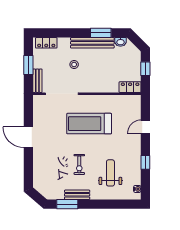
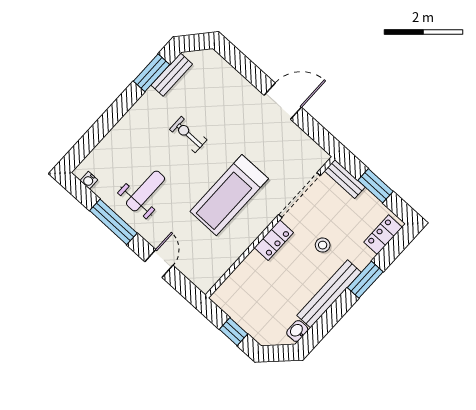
window: (101, 33) -> (365, 280), moved
locker: (130, 87) -> (274, 240), moved
treadmill: (89, 124) -> (229, 195), turned 180
window: (145, 162) -> (113, 222), width x2.17
weight bench: (110, 173) -> (145, 191), moved, turned -90
bench: (77, 195) -> (172, 75), moved

